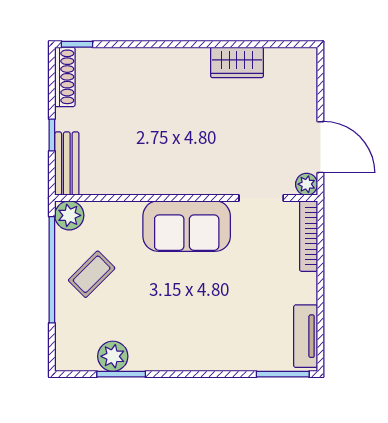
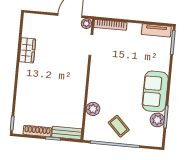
shoe rack: (65, 77) -> (37, 131), moved
plant: (69, 215) -> (93, 109), moved
sofa: (187, 226) -> (155, 91), moved, turned 180

